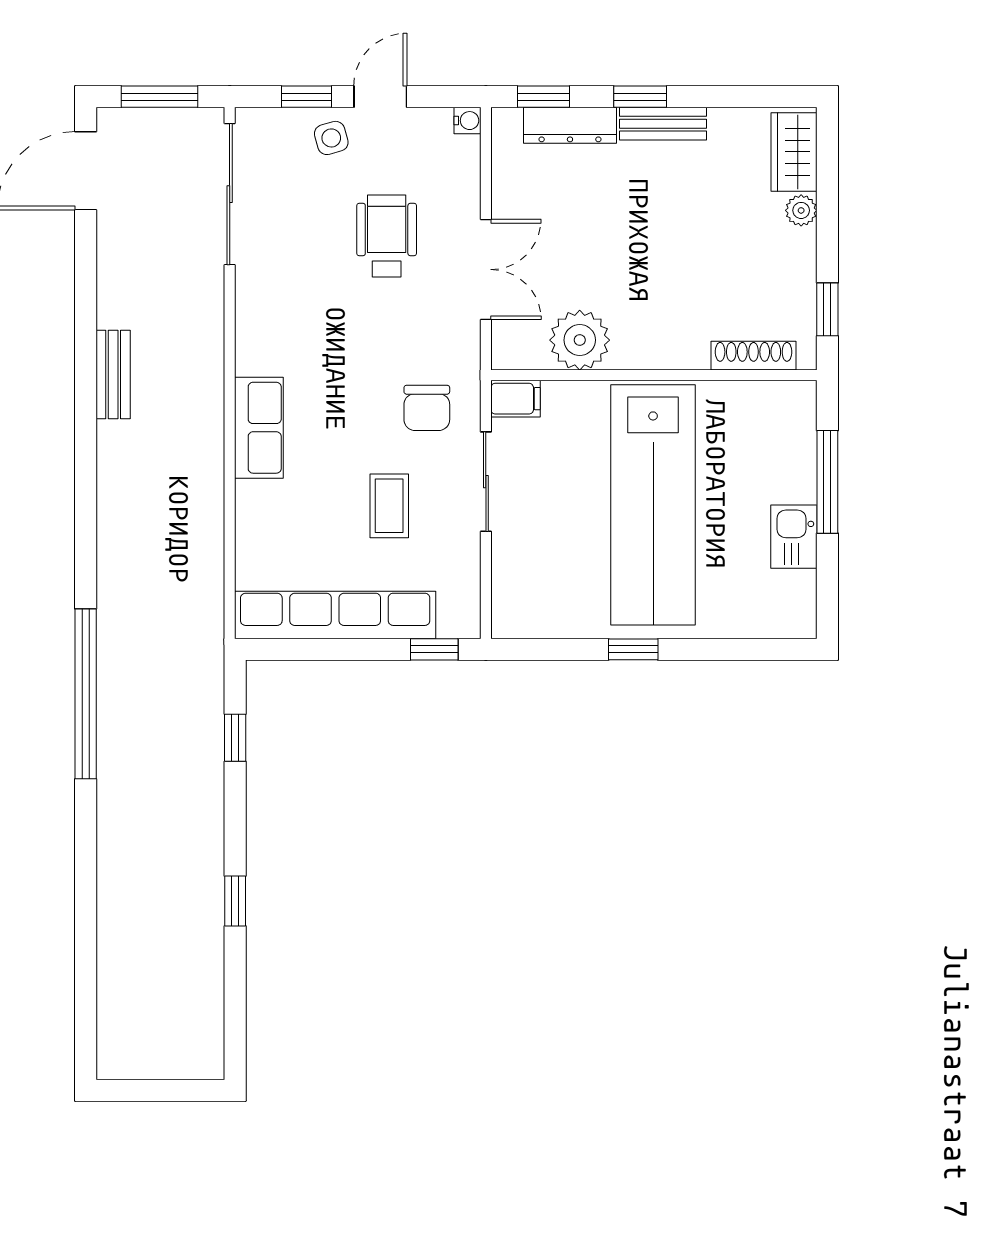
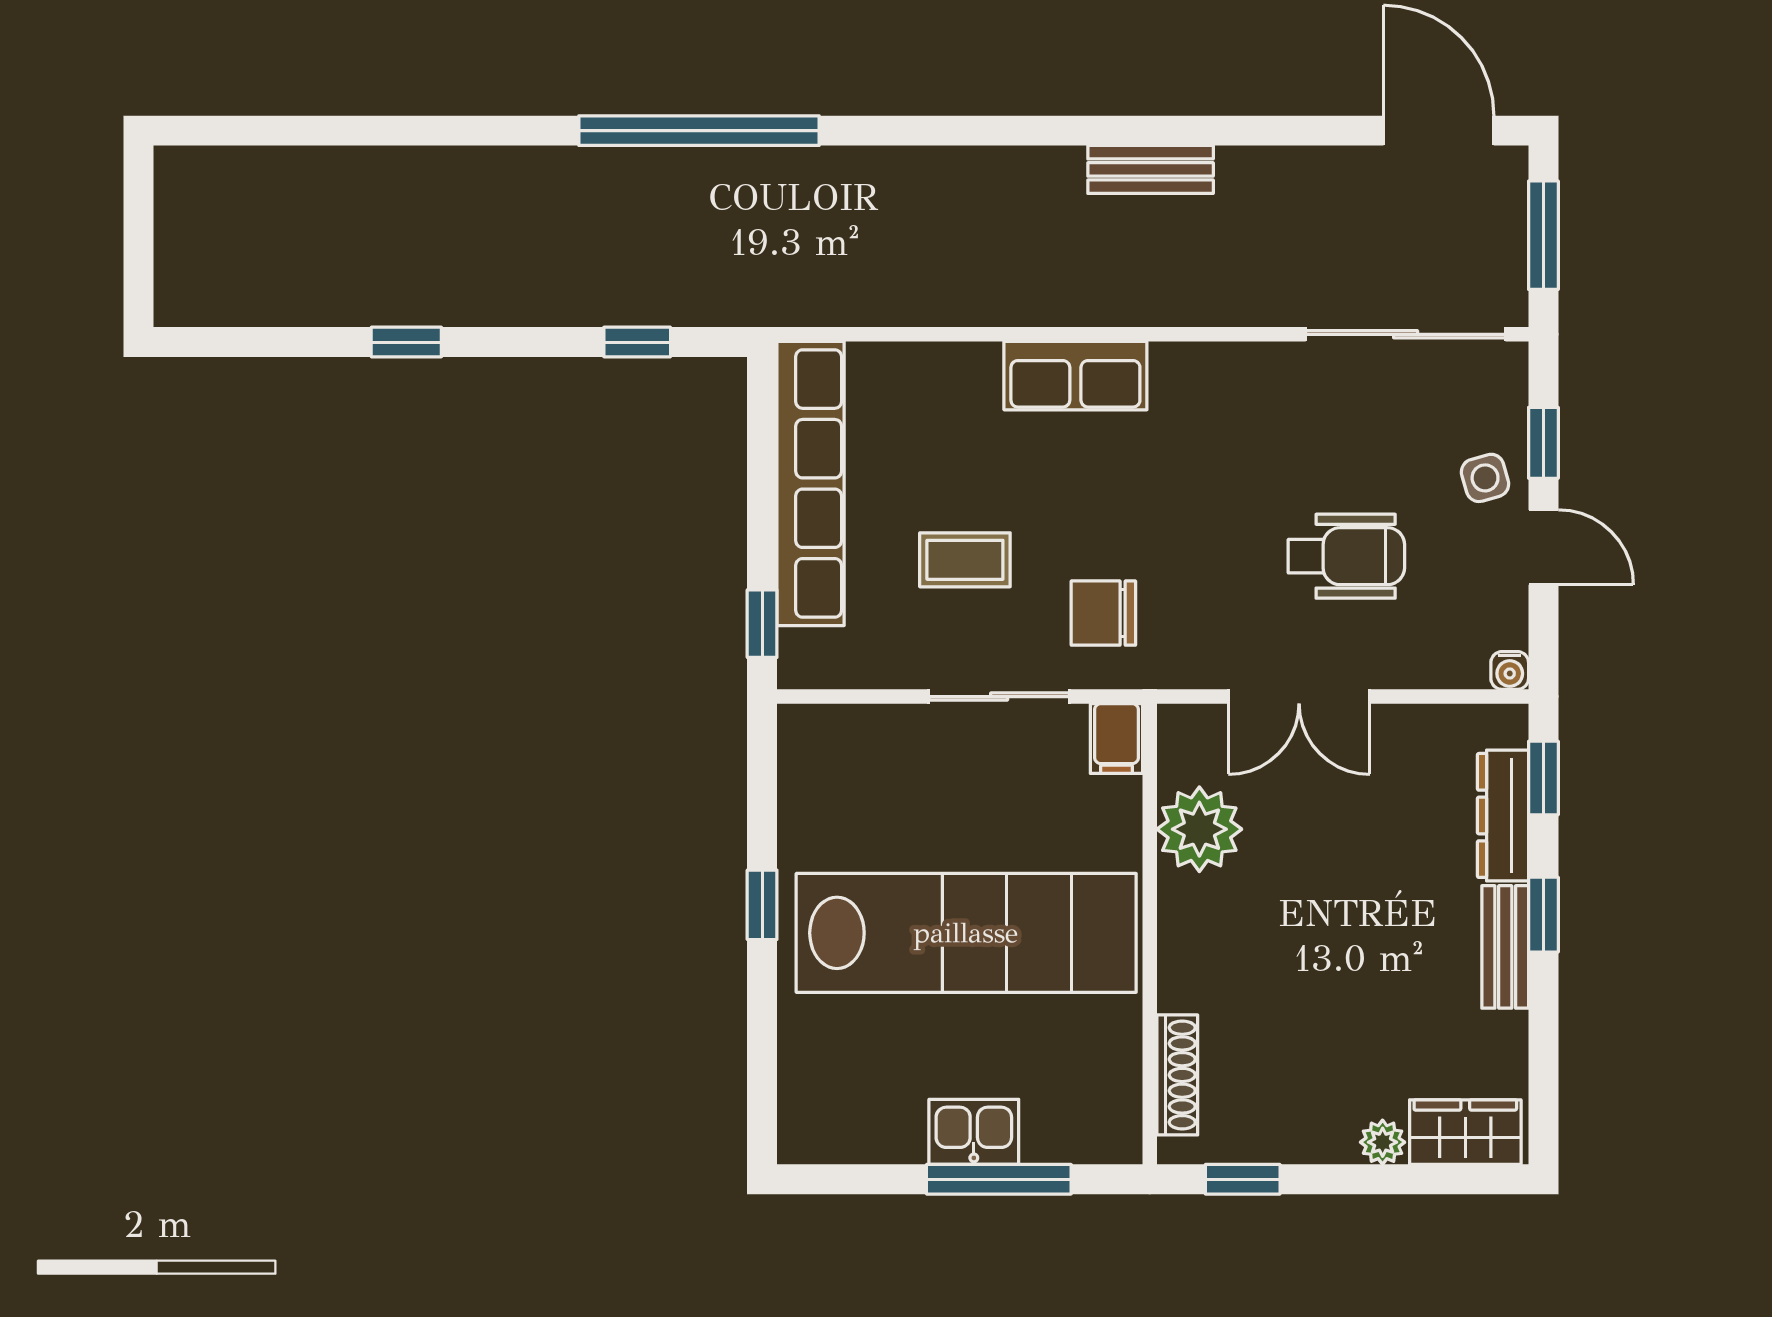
lab bench: (653, 505) -> (966, 933), turned 180
kitchen sink: (794, 537) -> (974, 1132), moved

